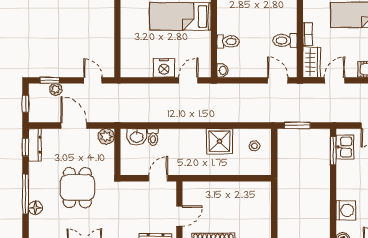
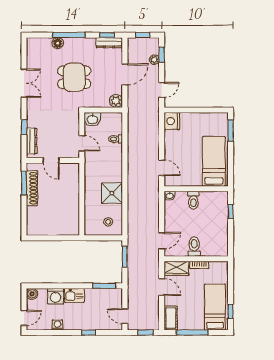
nightstand: (164, 68) -> (172, 121), moved
washbasin: (137, 137) -> (92, 119), moved, turned -90
kitchen sink: (345, 147) -> (74, 295), moved

